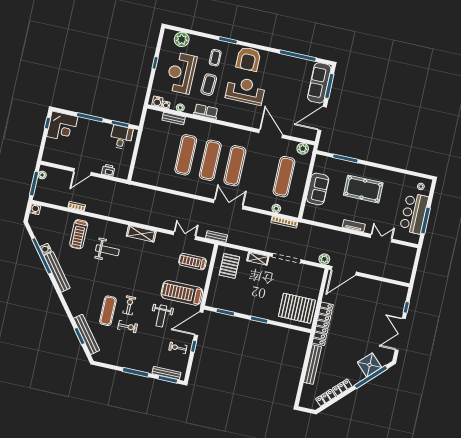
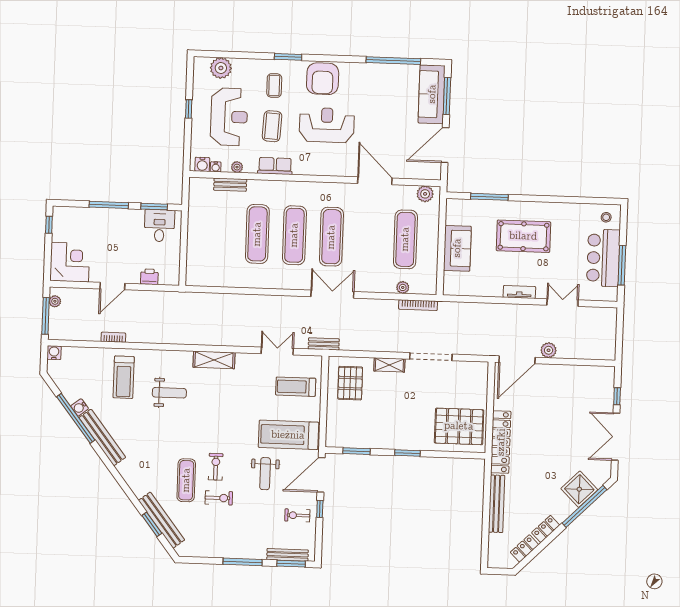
reception desk: (181, 73) -> (229, 117), turned 180
corner desk: (62, 127) -> (70, 262), moved, turned -90
plant: (324, 259) -> (549, 350), moved

